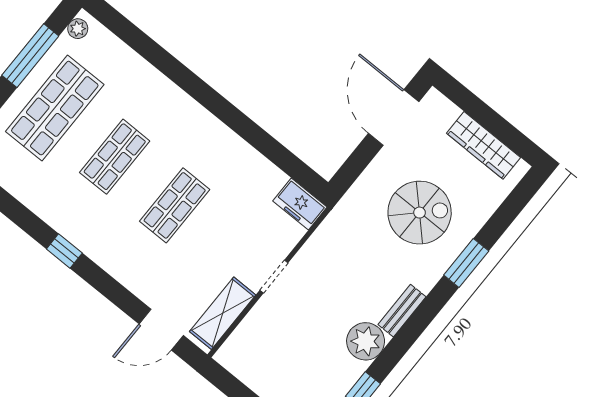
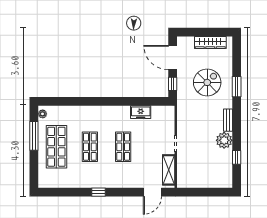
window: (355, 165) -> (173, 84), added
freezer: (300, 204) -> (141, 112), moved

